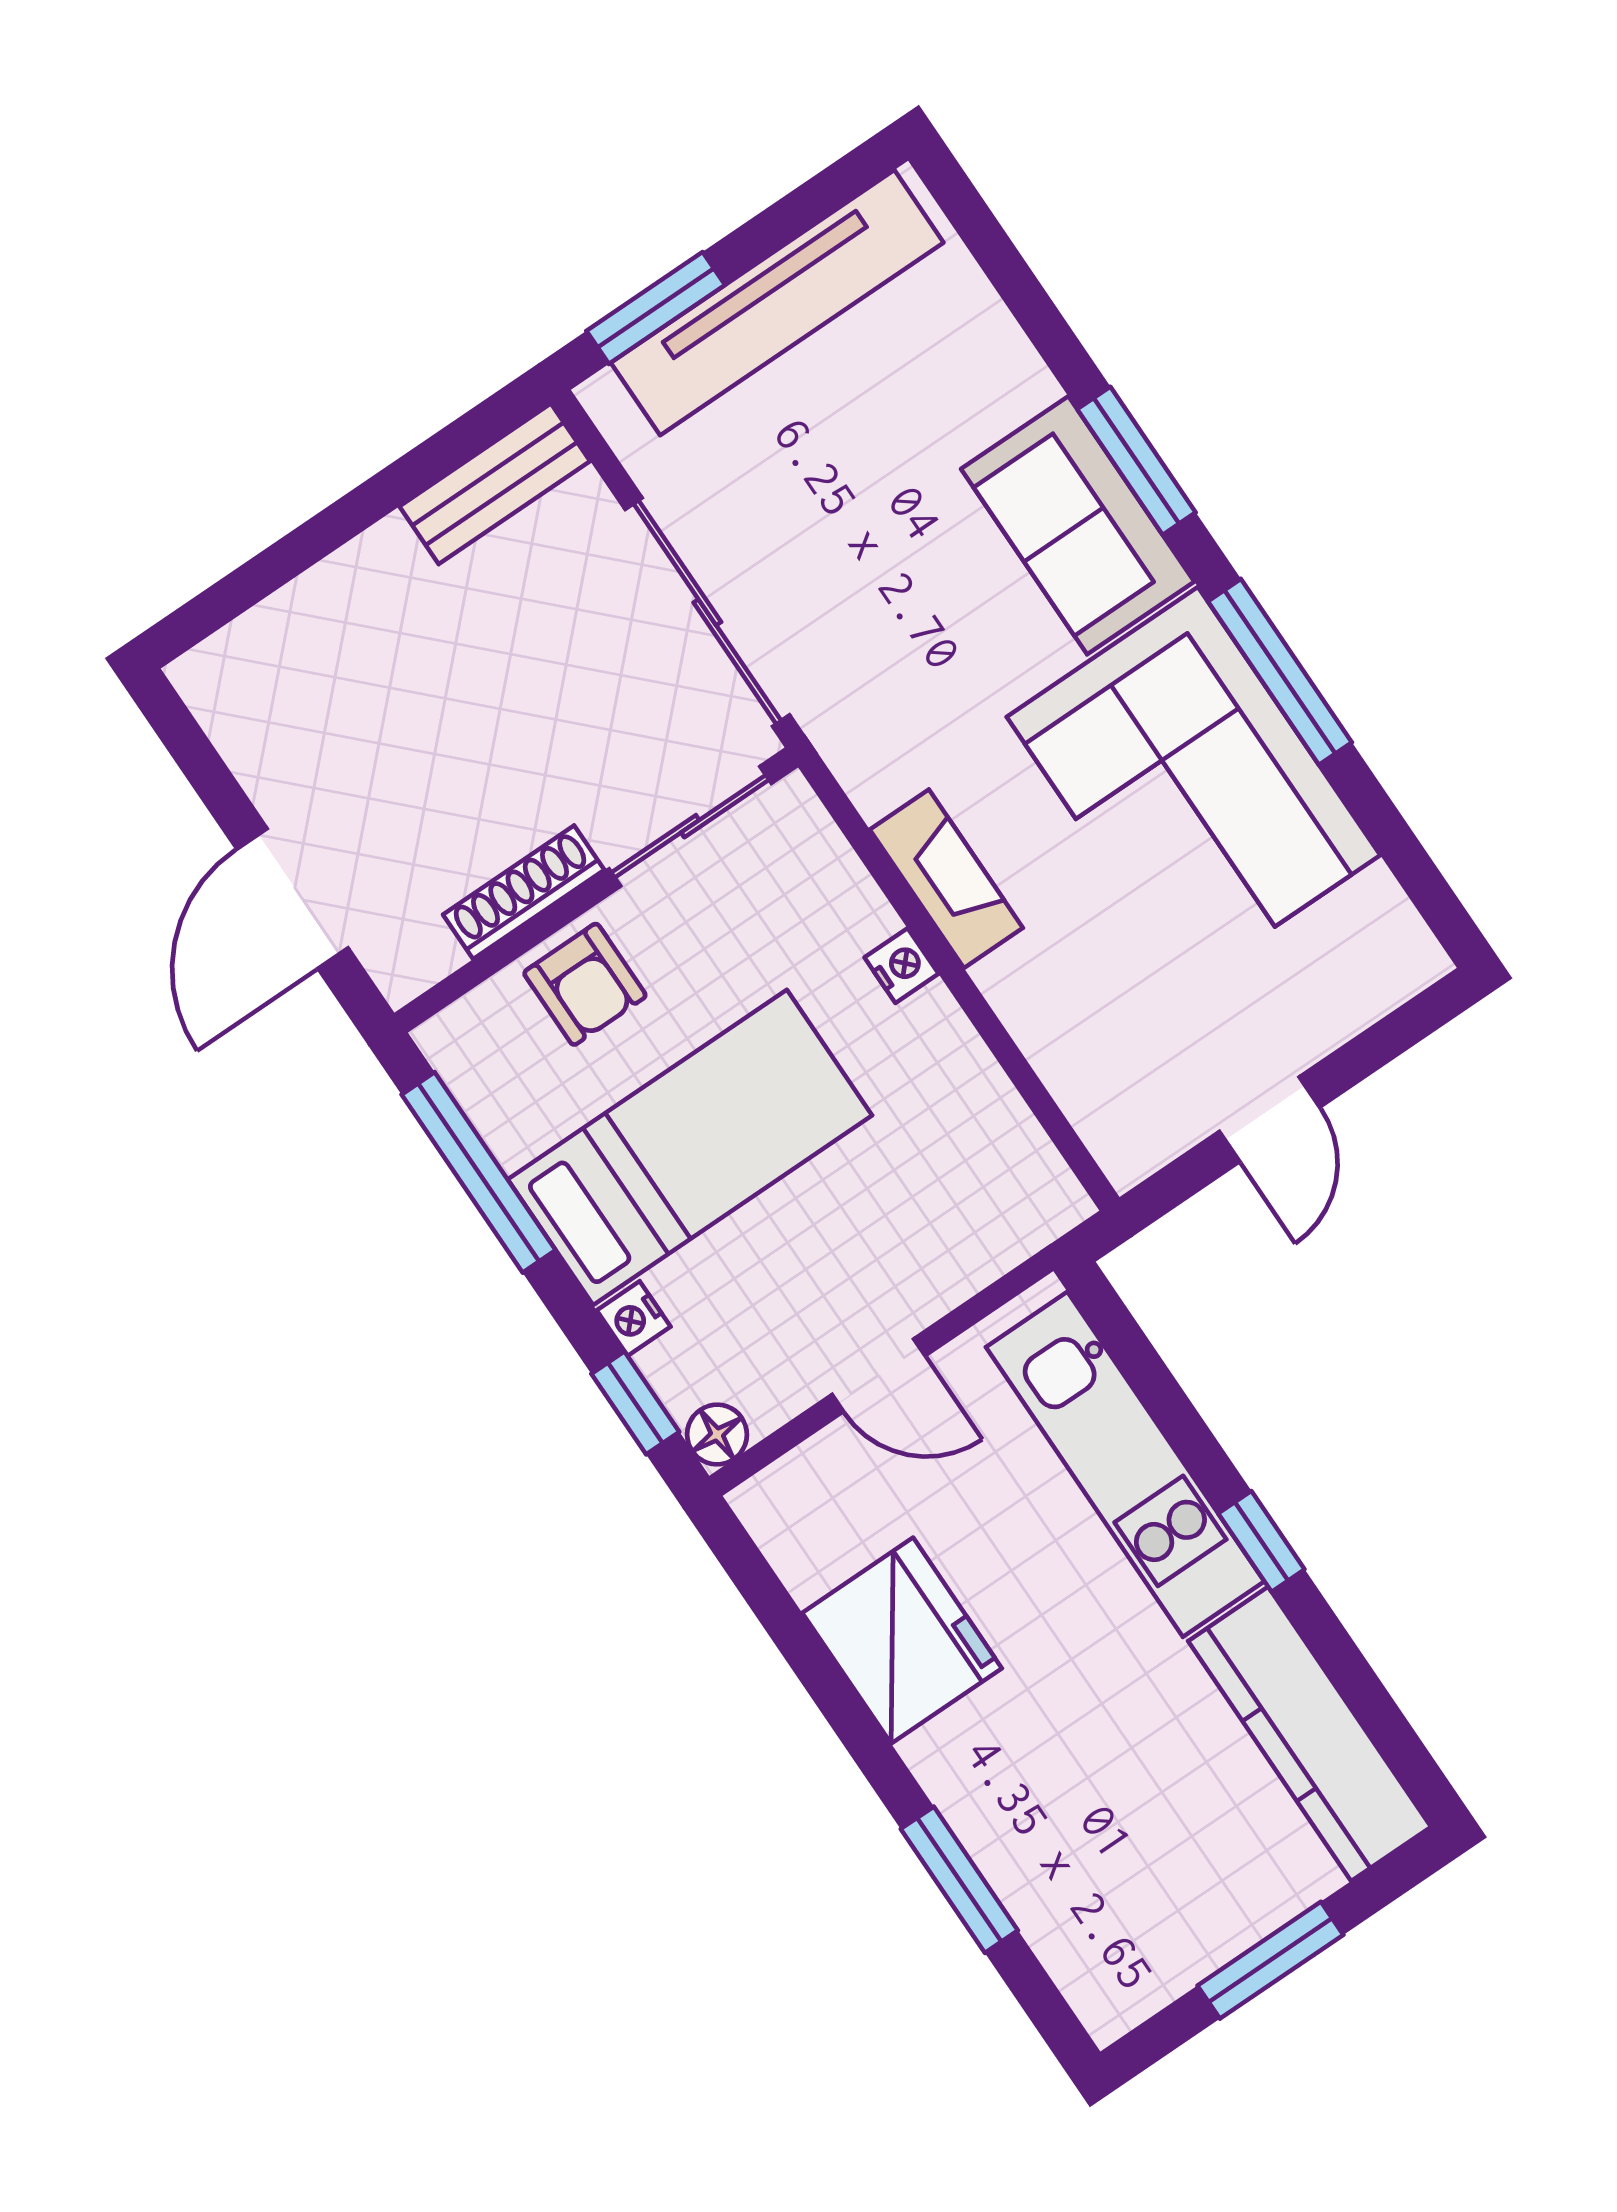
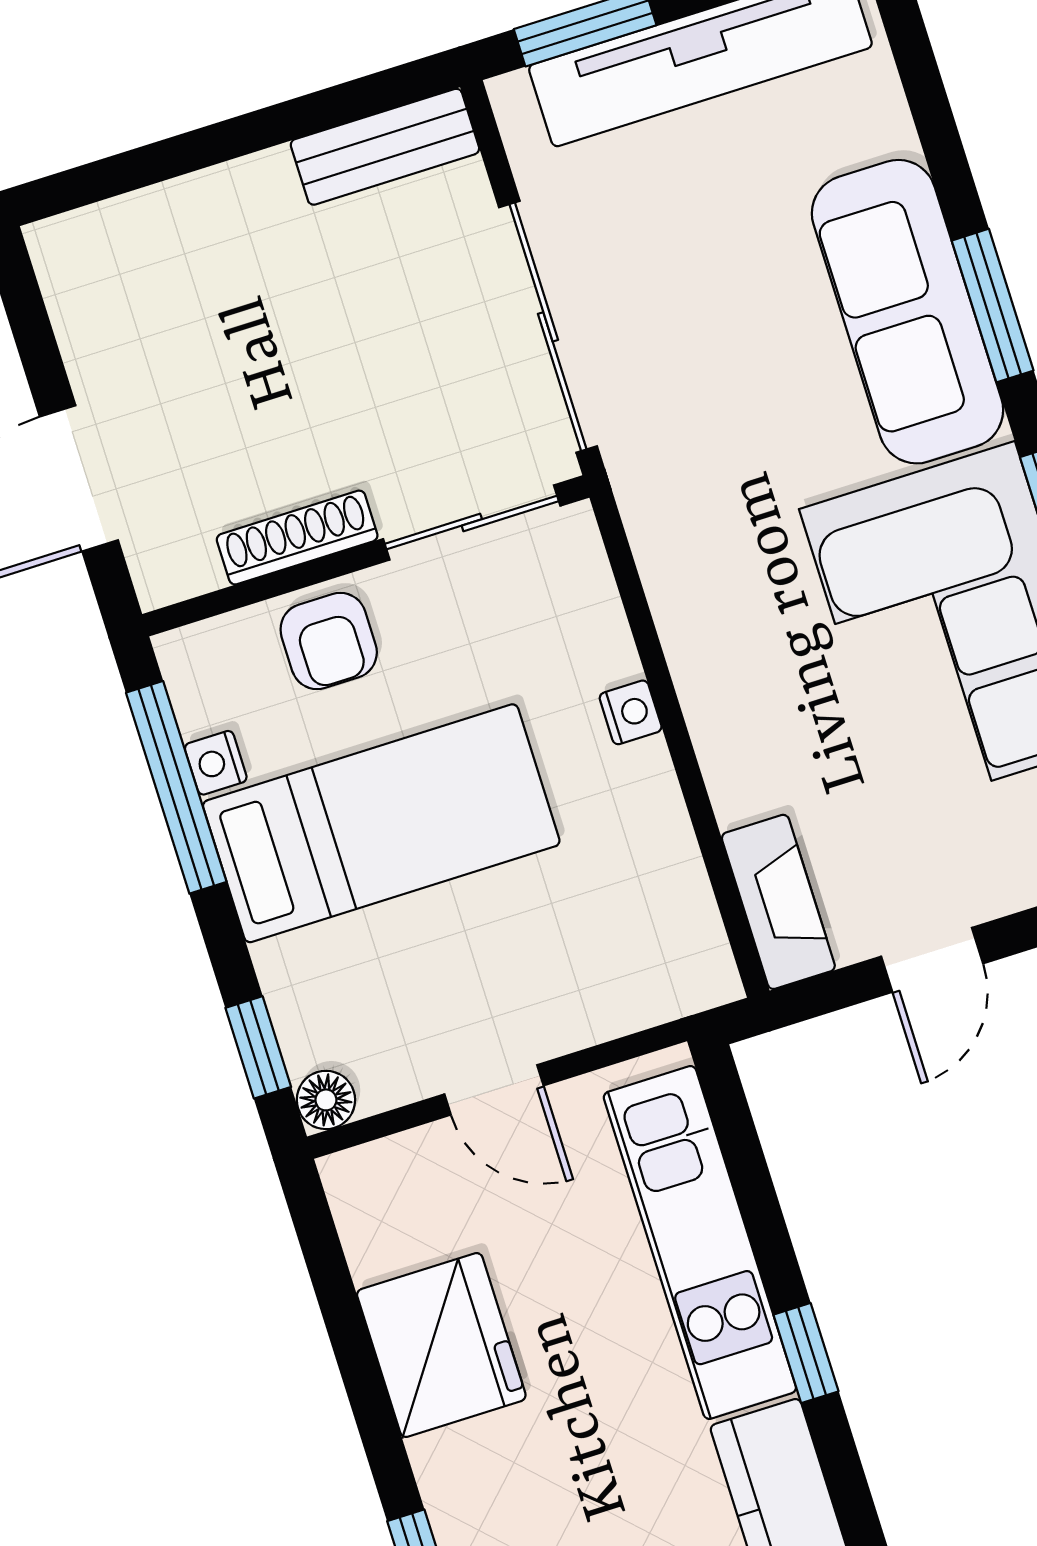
sofa: (1078, 525) -> (908, 312), width x1.36
fireplace: (946, 879) -> (778, 902), moved
nightstand: (634, 1319) -> (216, 763), moved

